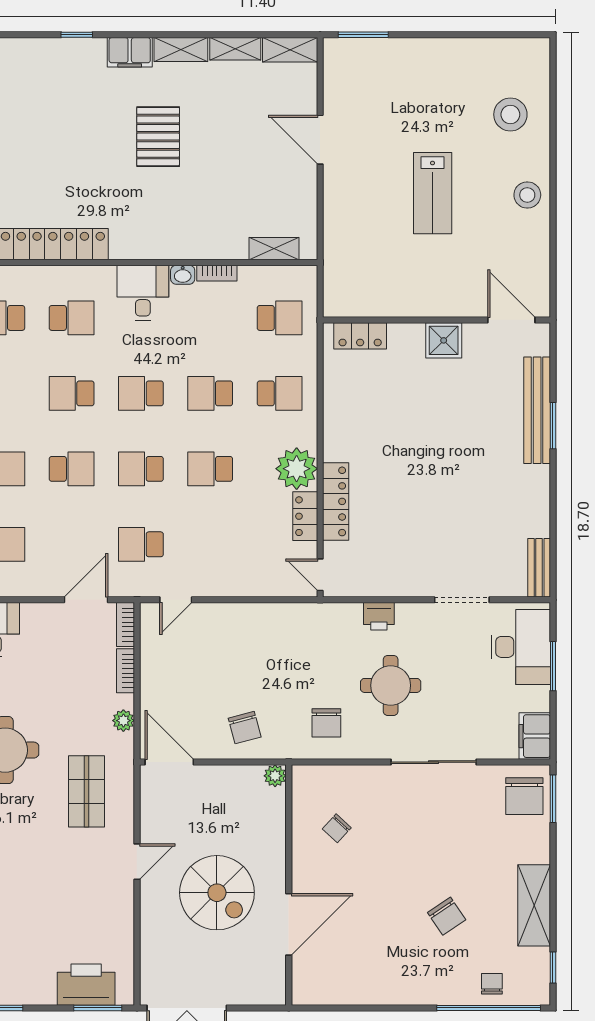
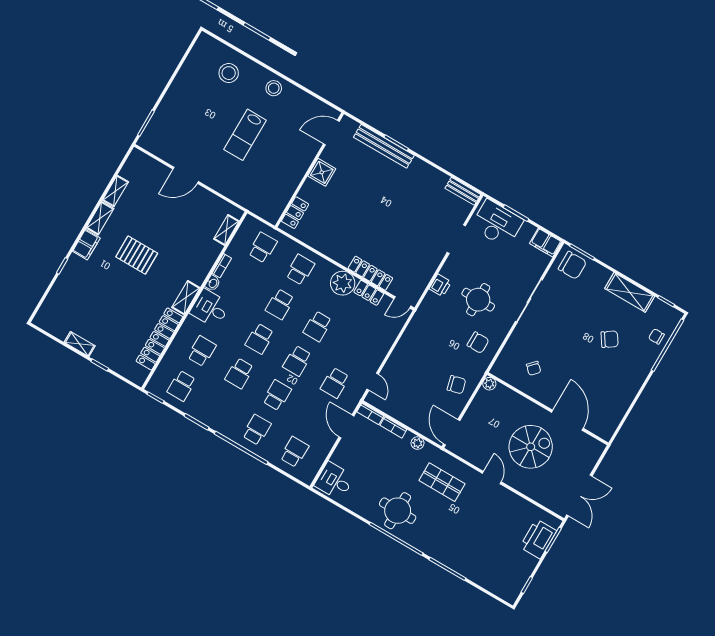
shelving: (290, 50) -> (186, 298), moved
lab bench: (433, 193) -> (245, 135), turned 90
door: (169, 762) -> (452, 432), hinge flipped

